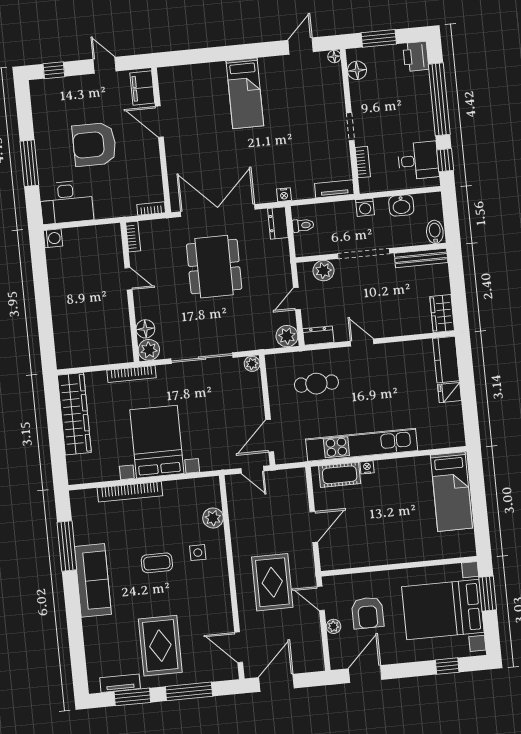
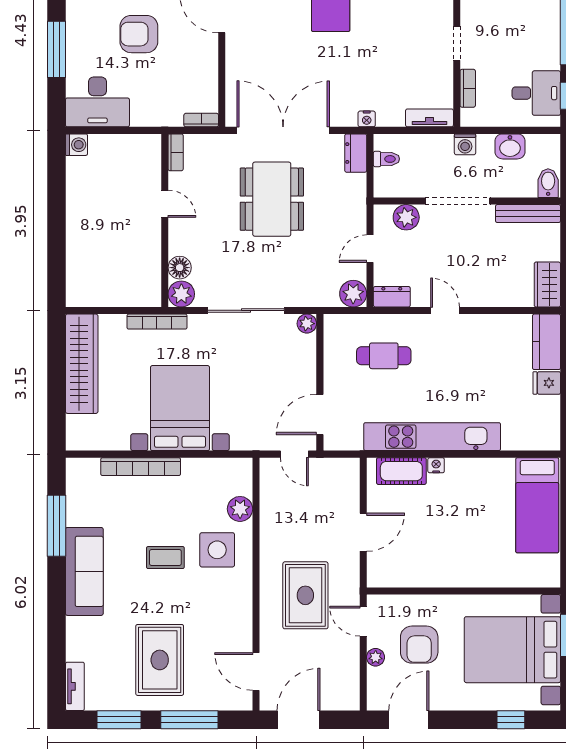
armchair: (94, 144) -> (139, 34), width x0.73, depth x0.73
side table: (198, 553) -> (217, 550), width x1.87, depth x1.87
tv unit: (120, 683) -> (75, 686), moved, turned 90

